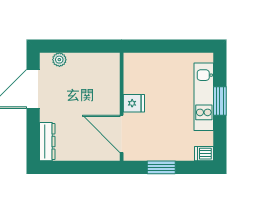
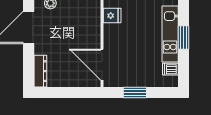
fridge: (134, 103) -> (112, 16), moved
dishwasher: (204, 154) -> (170, 69), moved

